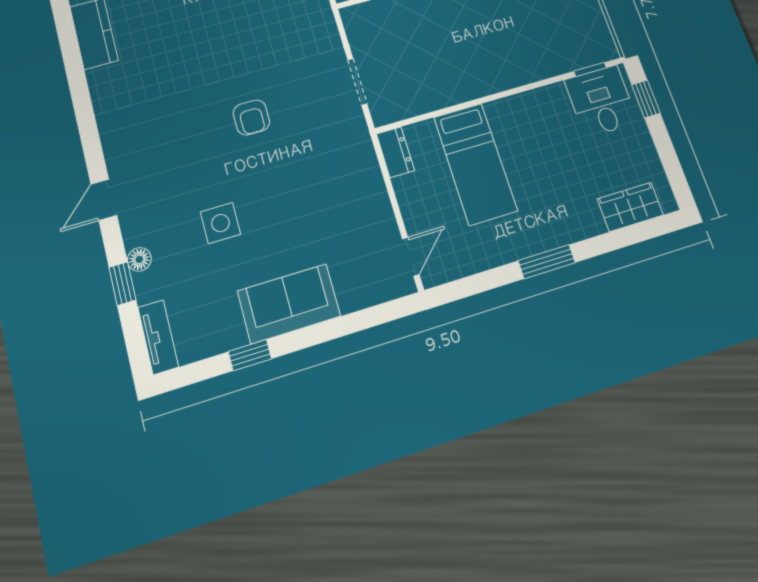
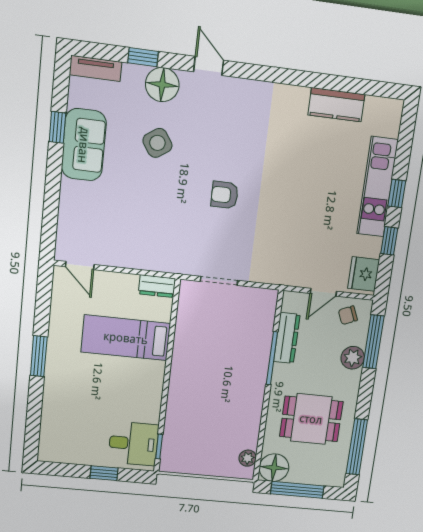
window: (646, 99) -> (104, 473), moved
wardrobe: (630, 207) -> (52, 429), removed
side table: (220, 223) -> (157, 143), turned -34
floor lamp: (139, 259) -> (162, 85), width x1.89, depth x1.89
sofa: (289, 304) -> (84, 145), moved

